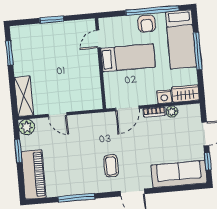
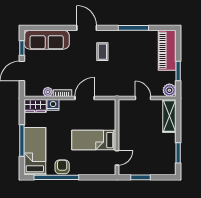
door: (98, 39) -> (117, 158), moved
bed: (128, 58) -> (94, 140), moved
wall: (100, 64) -> (117, 137), moved

